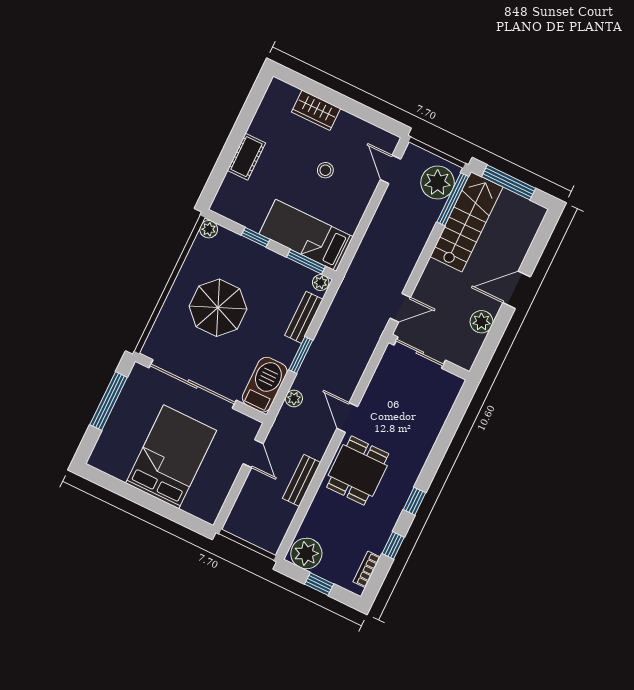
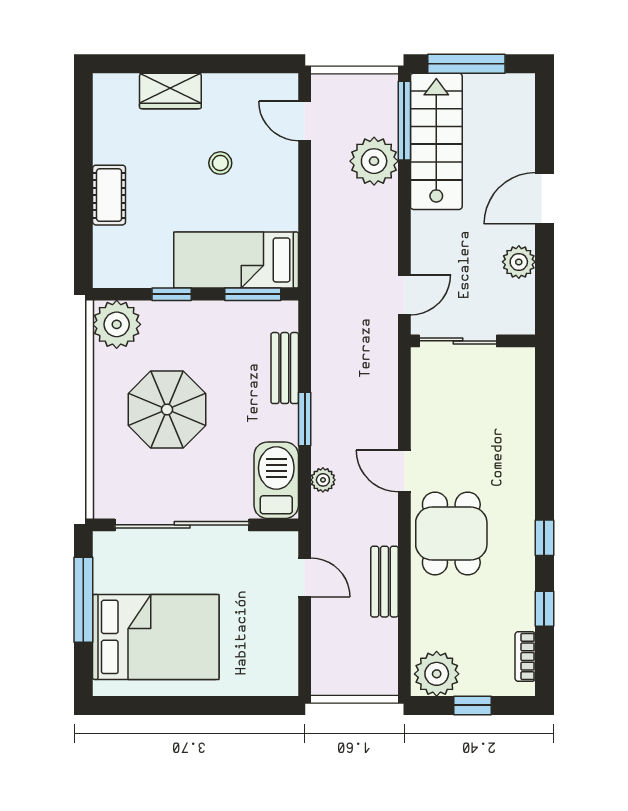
plant: (438, 183) -> (374, 161), moved
plant: (209, 229) -> (117, 324), width x1.88, depth x1.88
plant: (321, 283) -> (285, 312), removed
bed: (171, 457) -> (156, 637), moved, turned 90

